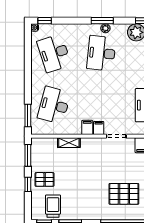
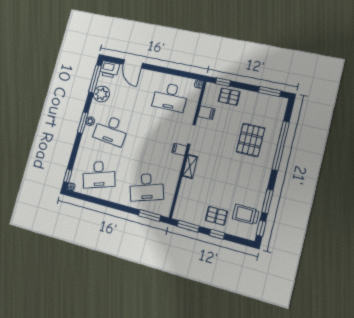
desk: (54, 105) -> (147, 187), turned -33
filing cabinet: (87, 127) -> (176, 160), removed
shelving: (69, 143) -> (190, 166), moved
pallet: (45, 179) -> (216, 216), turned 90

